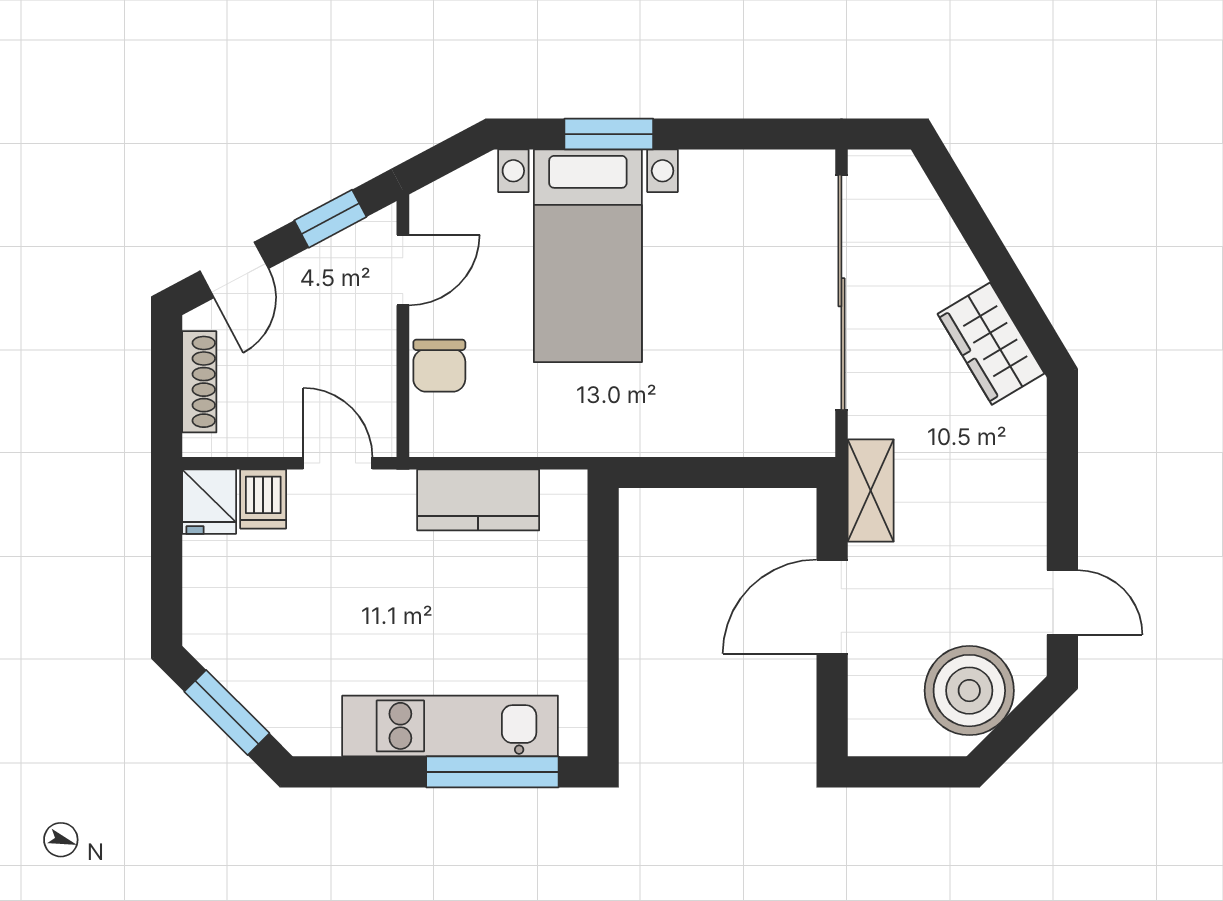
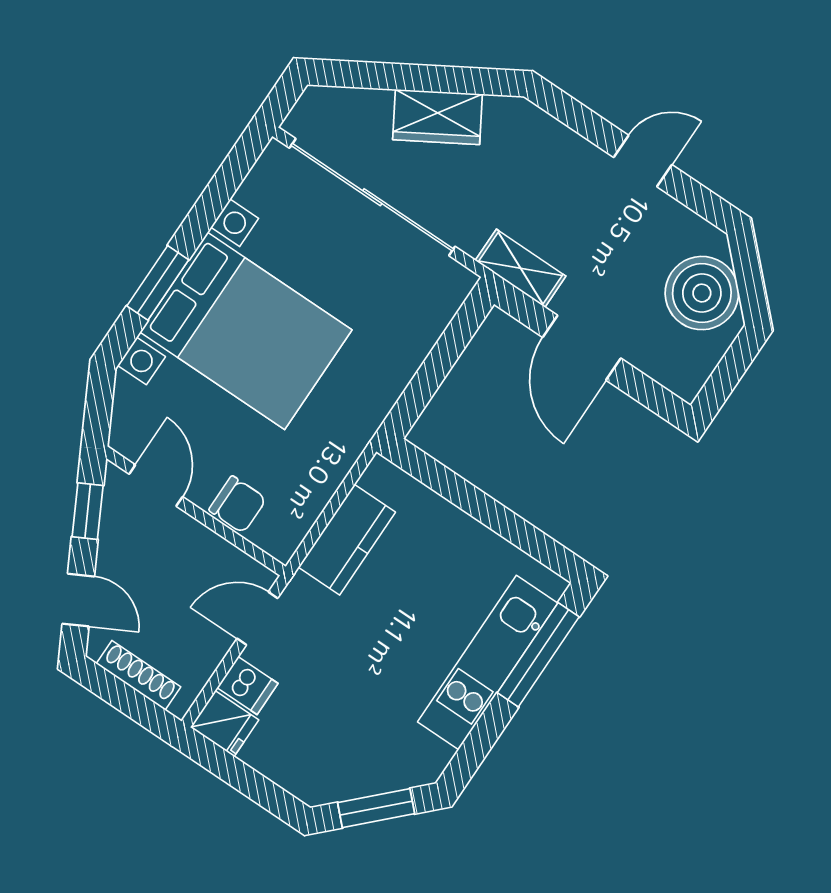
bed with nightstands: (588, 256) -> (246, 331), width x1.36
wardrobe: (991, 344) -> (437, 117), moved
door: (1062, 603) -> (643, 161), moved

